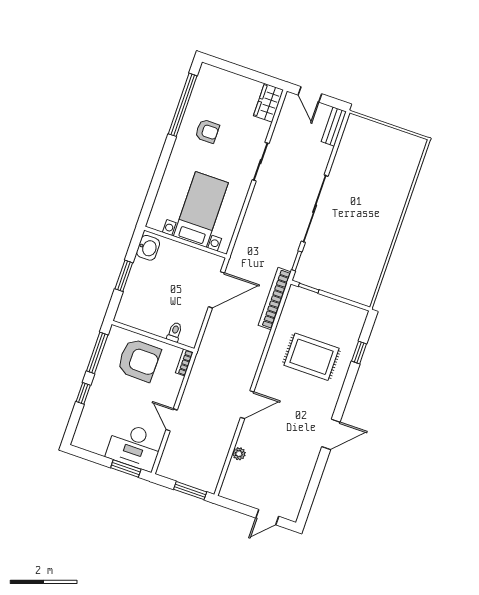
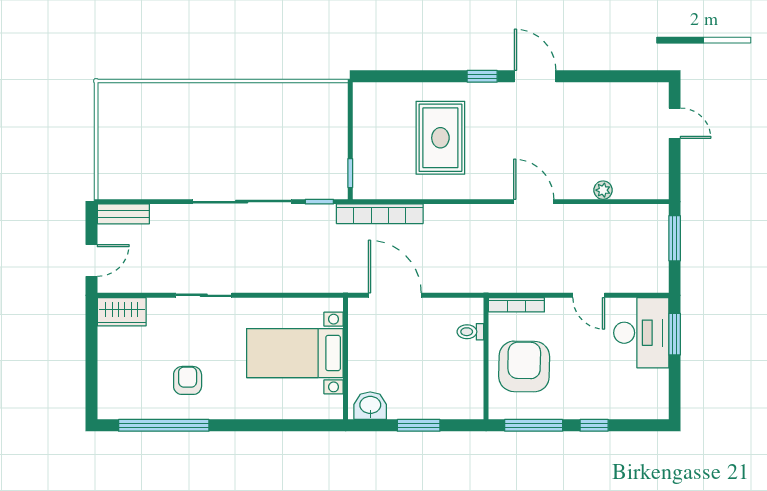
window: (359, 353) -> (482, 76), moved
bookcase: (184, 362) -> (516, 305), width x1.56
door: (172, 420) -> (589, 295), hinge flipped

